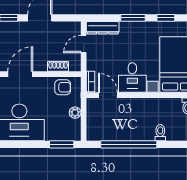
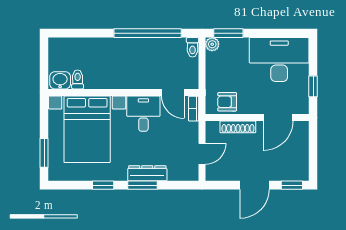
dresser: (103, 28) -> (147, 173), moved
shoe rack: (58, 66) -> (238, 127), width x1.43
plant: (75, 113) -> (212, 44), moved
toilet: (160, 133) -> (192, 47), moved

